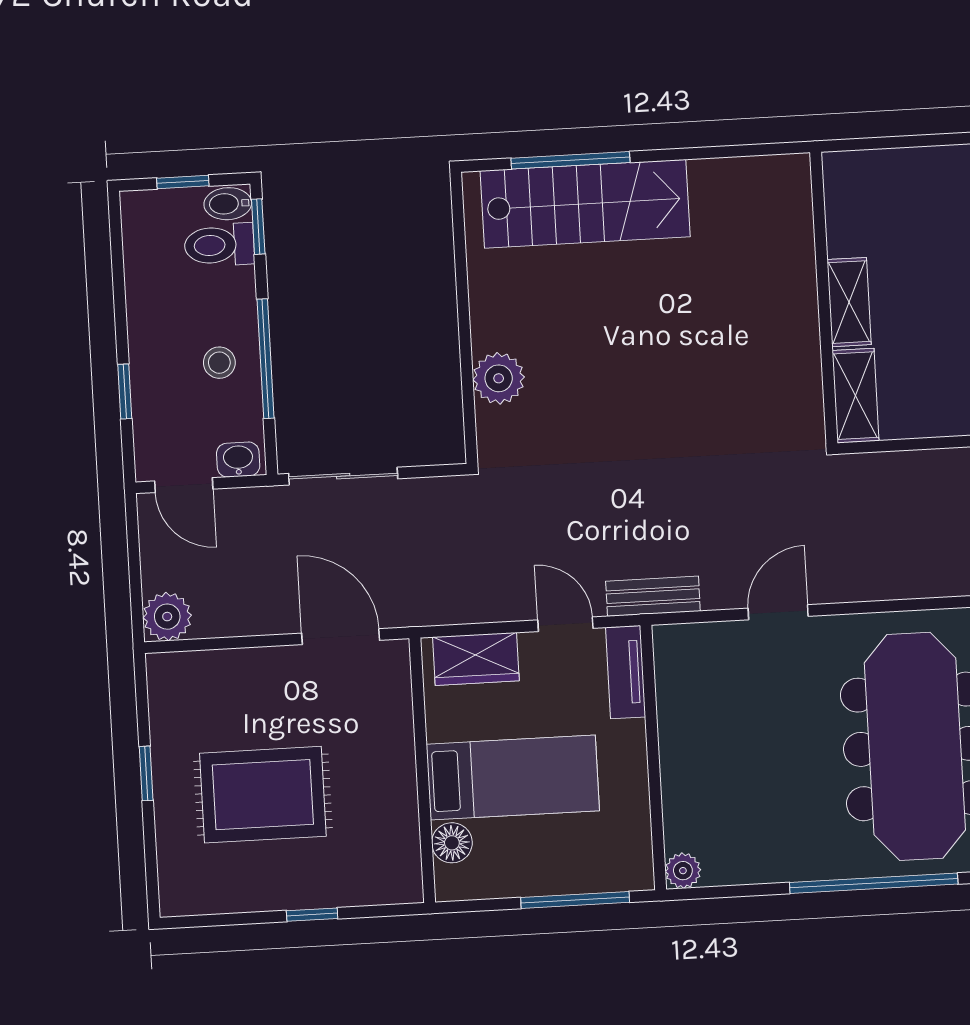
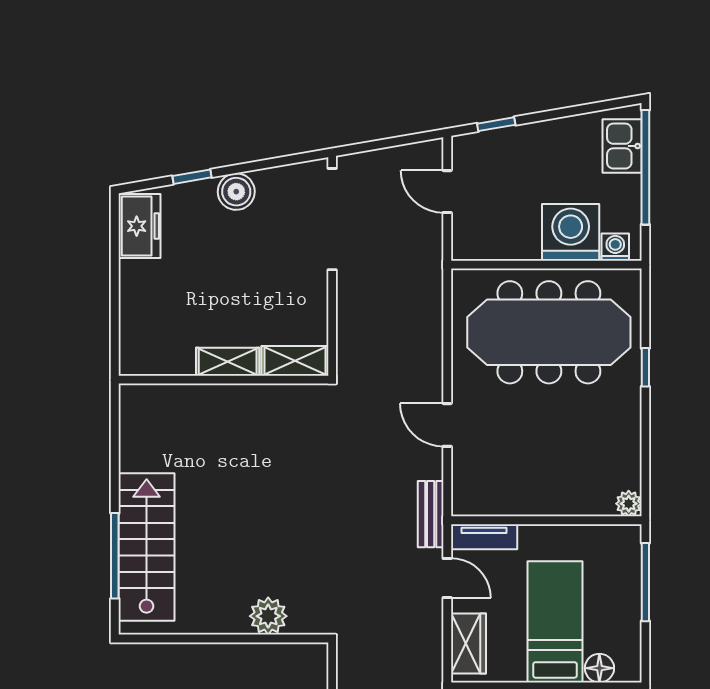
door: (565, 624) -> (447, 578), swing flipped
window: (874, 883) -> (645, 367), width x0.32

